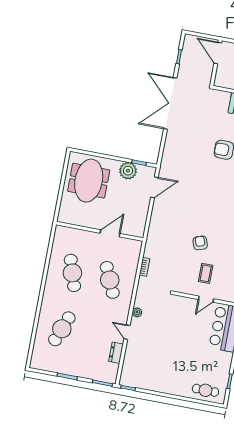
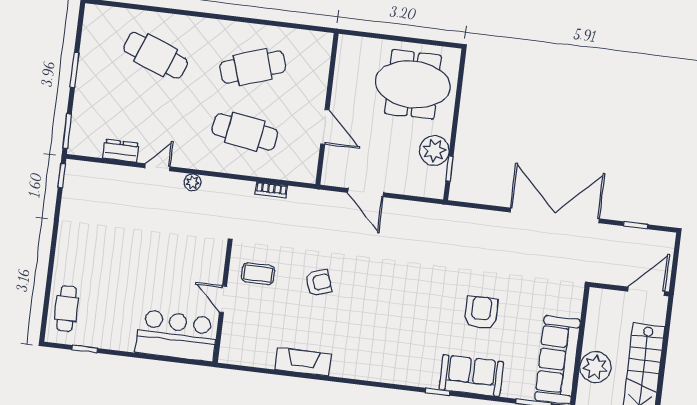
door: (154, 187) -> (366, 193), moved
coffee table: (206, 273) -> (258, 274), moved
cafe table: (110, 280) -> (245, 132), turned 33

